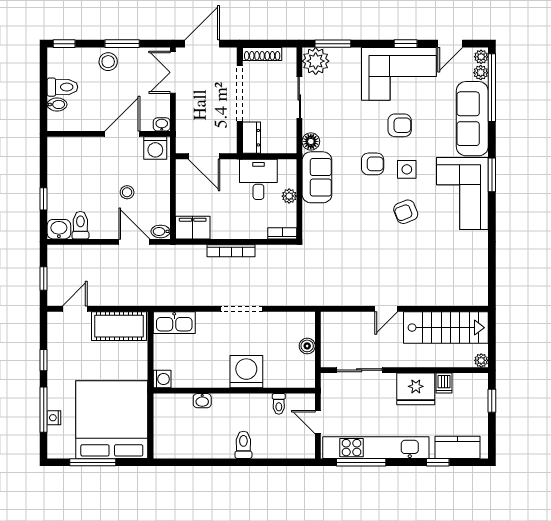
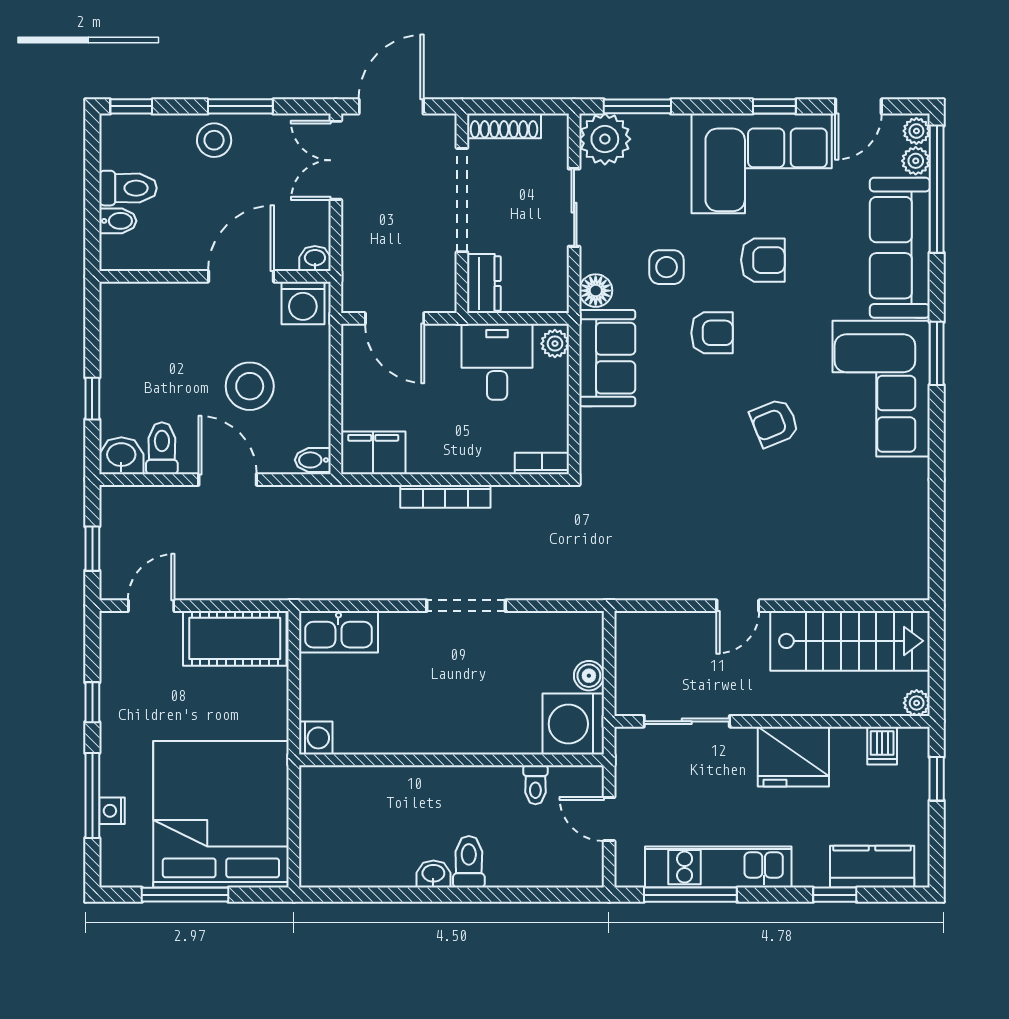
side table: (407, 169) -> (667, 267), moved
stool: (127, 192) -> (250, 386), width x1.89, depth x1.89
plant: (289, 196) -> (555, 344), moved
door: (134, 242) -> (228, 480), moved
washing machine: (246, 372) -> (573, 724), moved, turned -90
dishwasher: (444, 383) -> (882, 746), moved
washbasin: (202, 401) -> (433, 874), moved, turned 180
kitchen unit: (376, 448) -> (718, 867), width x0.73

